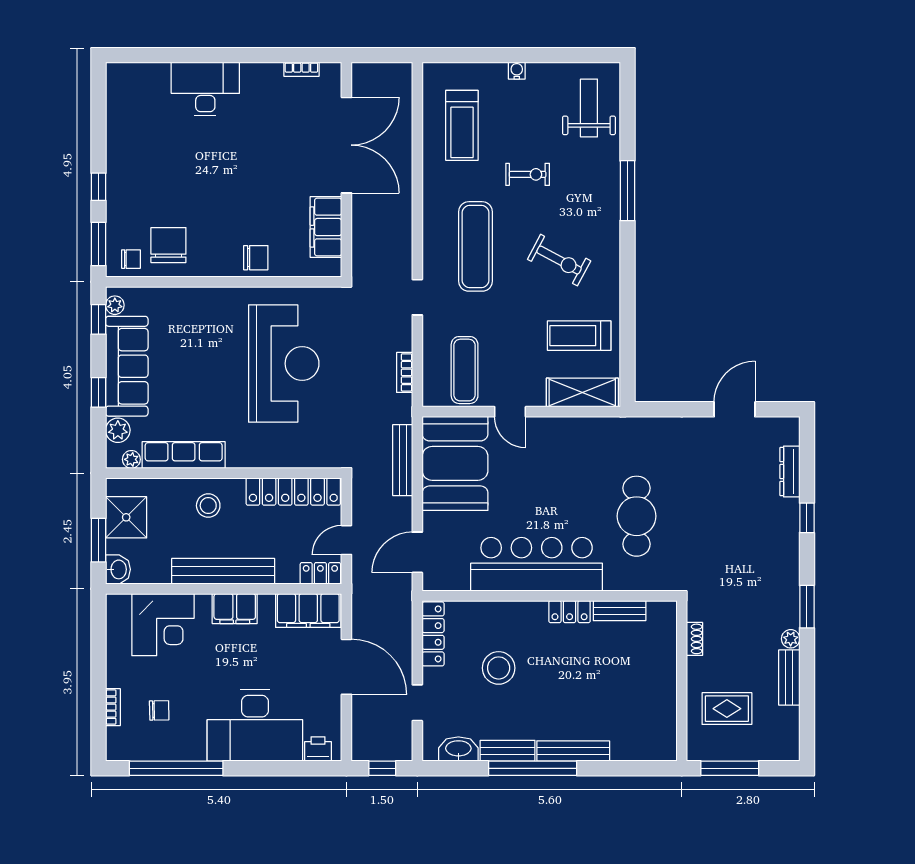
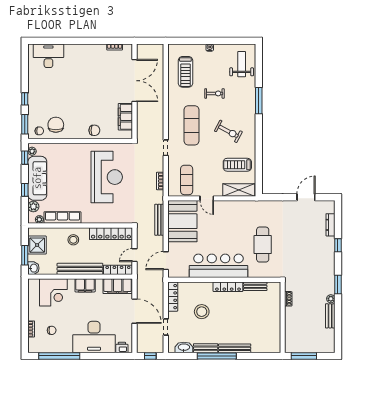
desk: (205, 89) -> (48, 56), moved
locker: (320, 573) -> (118, 270), width x1.53
locker: (570, 612) -> (228, 287), width x1.53
rug: (727, 709) -> (303, 330), removed

